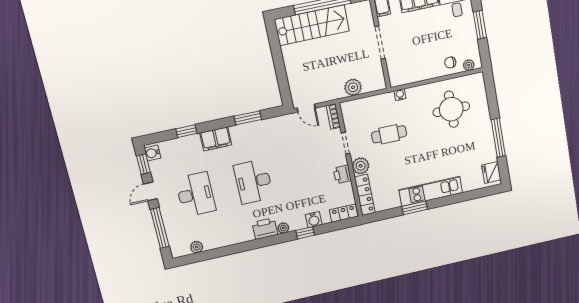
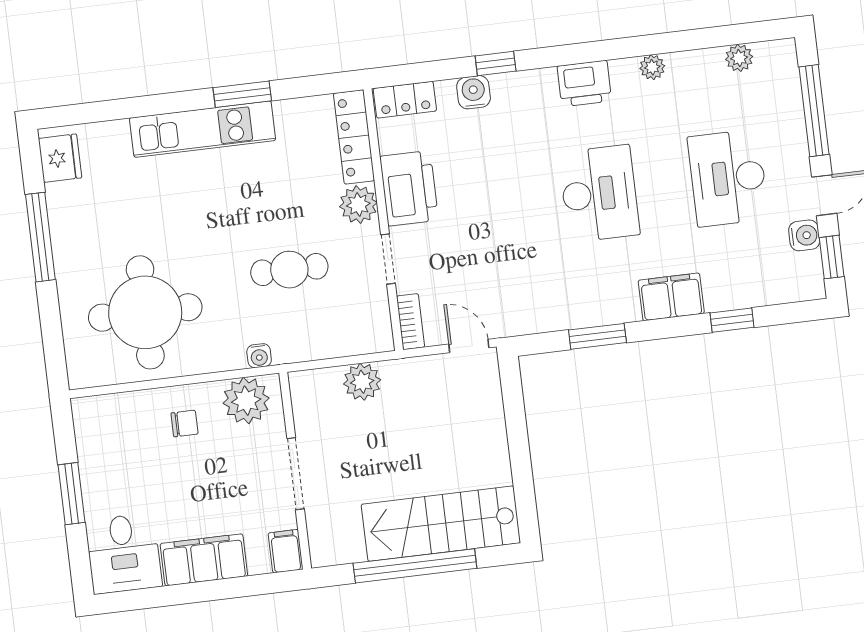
chair: (450, 62) -> (185, 424), moved
plant: (469, 65) -> (246, 401), moved, width x1.88, depth x1.88
round table: (451, 109) -> (145, 312), width x1.36, depth x1.36
water cooler: (152, 153) -> (804, 235), moved
printer: (342, 174) -> (409, 188), width x1.87, depth x1.48
plant: (283, 228) -> (652, 67), moved

